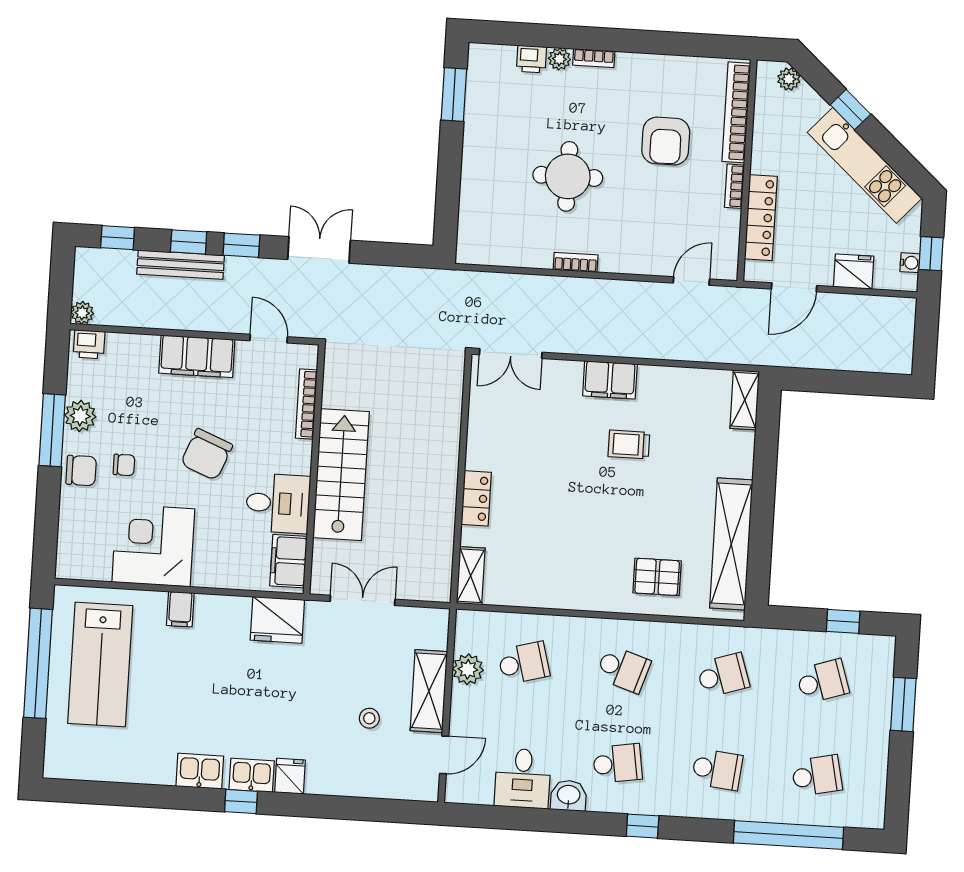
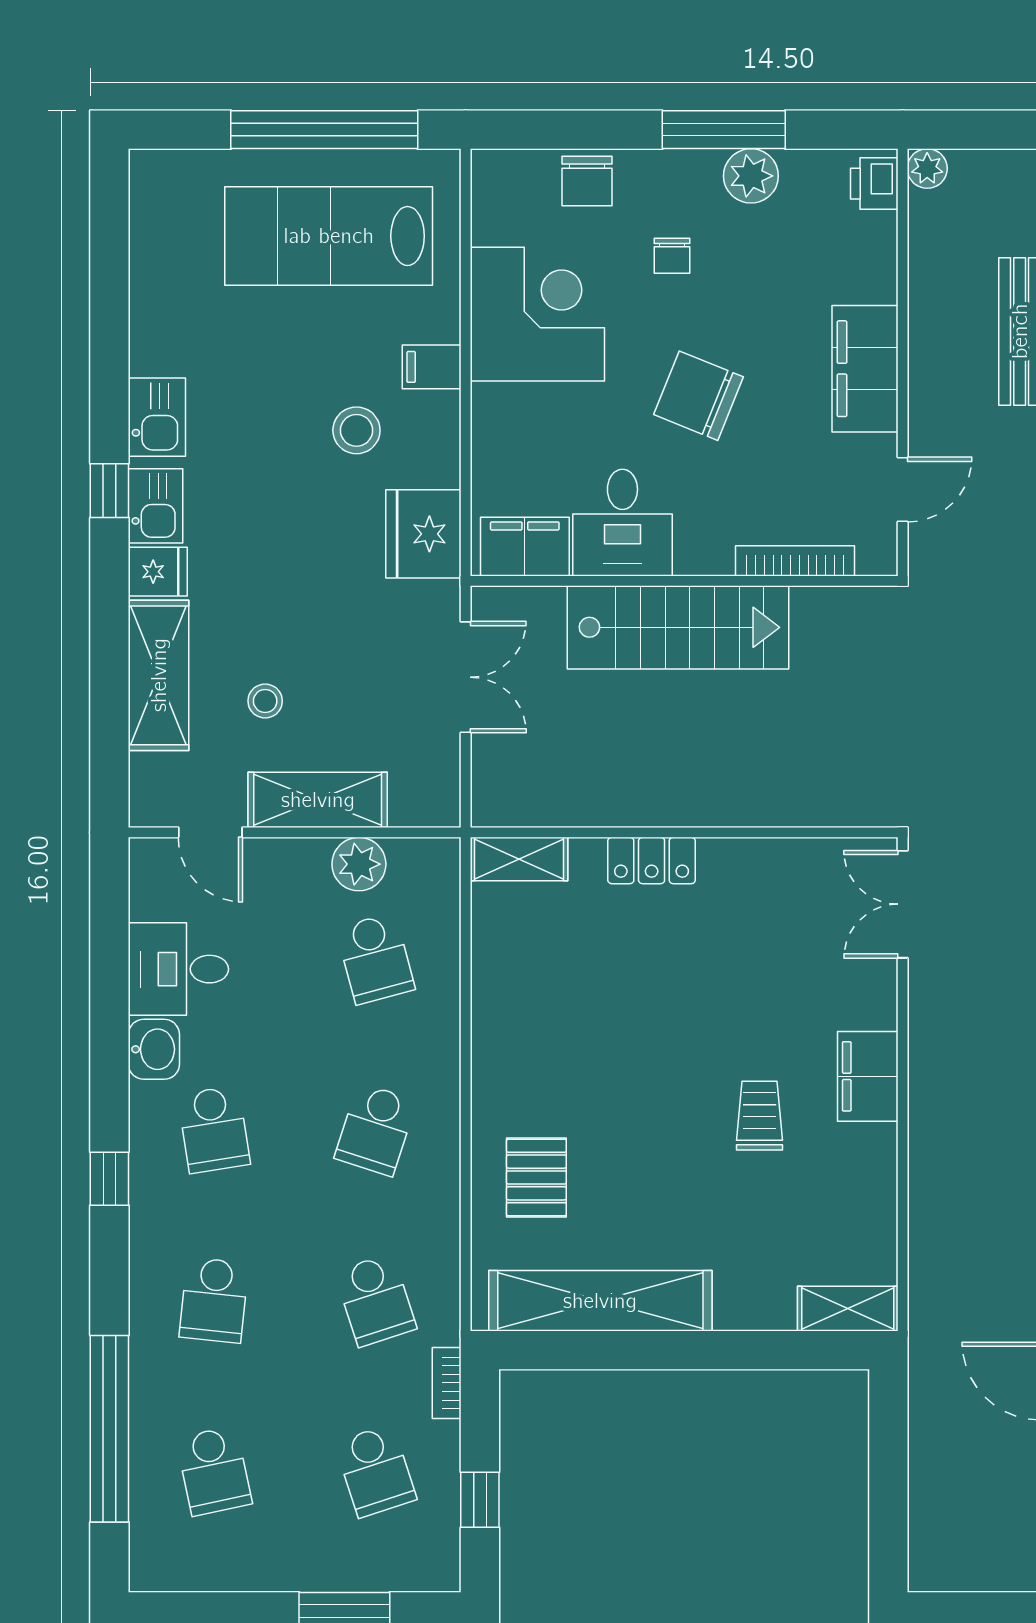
chair: (81, 471) -> (587, 181), moved
bookcase: (774, 637) -> (447, 1383), added
stool: (215, 655) -> (356, 430), added
shelving: (351, 779) -> (159, 675), added

